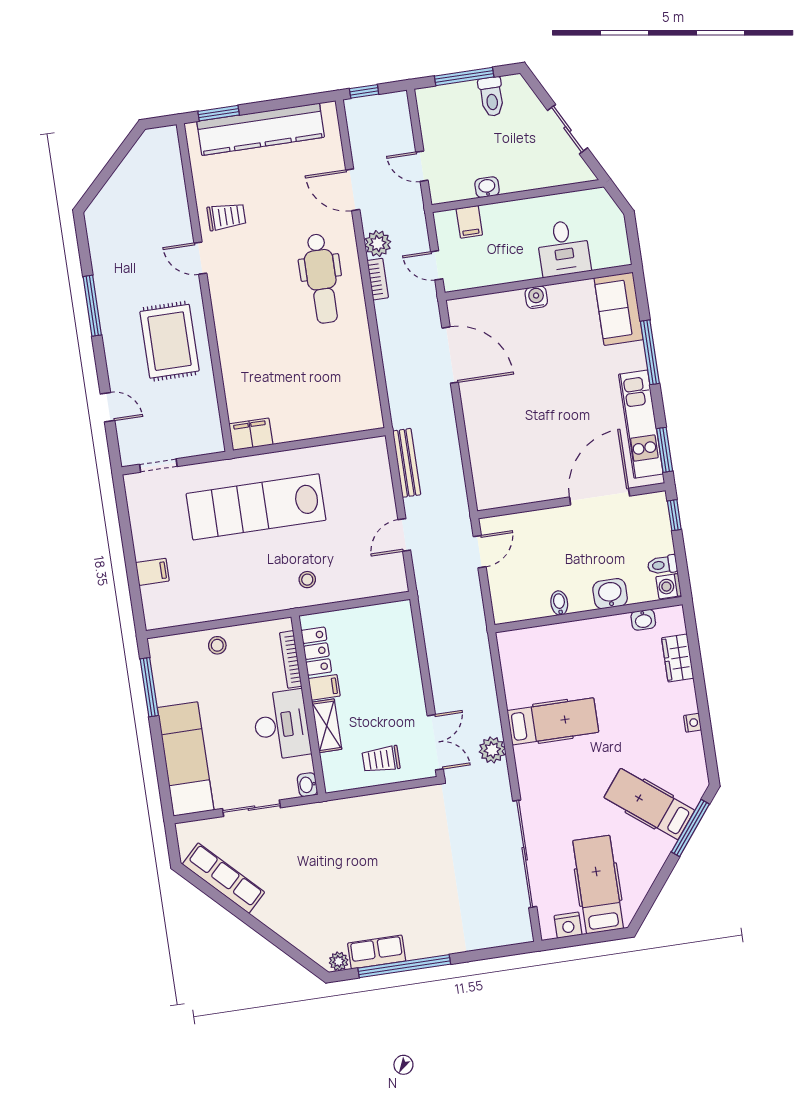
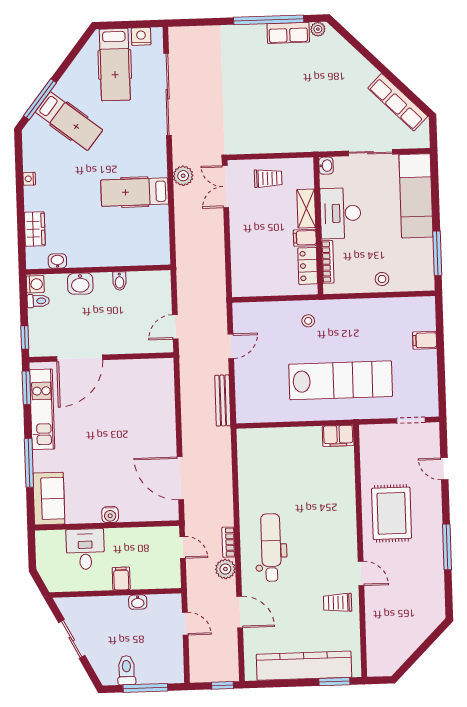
filing cabinet: (469, 222) -> (121, 579), moved

